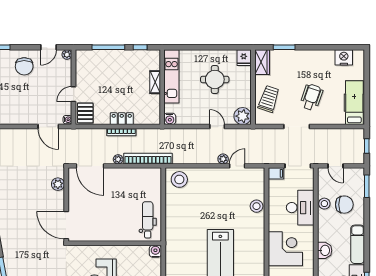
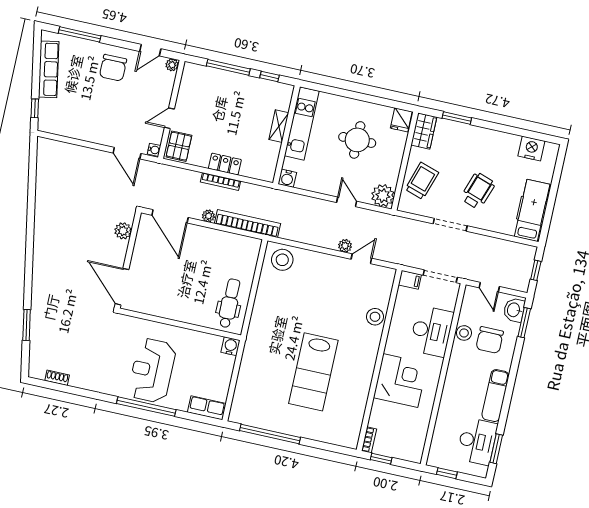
chair: (344, 205) -> (490, 340), turned 90
washbasin: (325, 250) -> (514, 310), moved, turned 180

